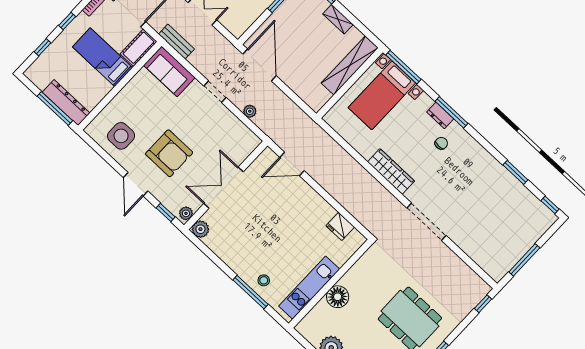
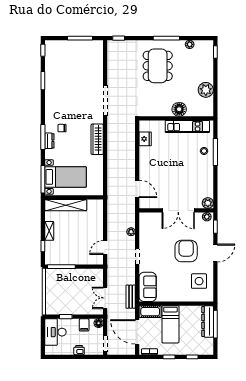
door: (260, 65) -> (105, 248), width x0.53

